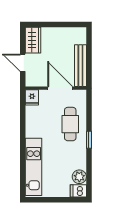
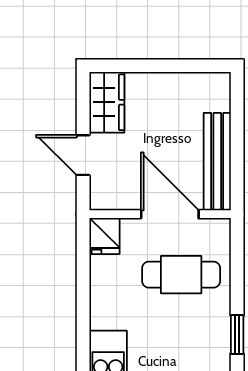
cafe table: (70, 124) -> (181, 275), moved, turned 90

